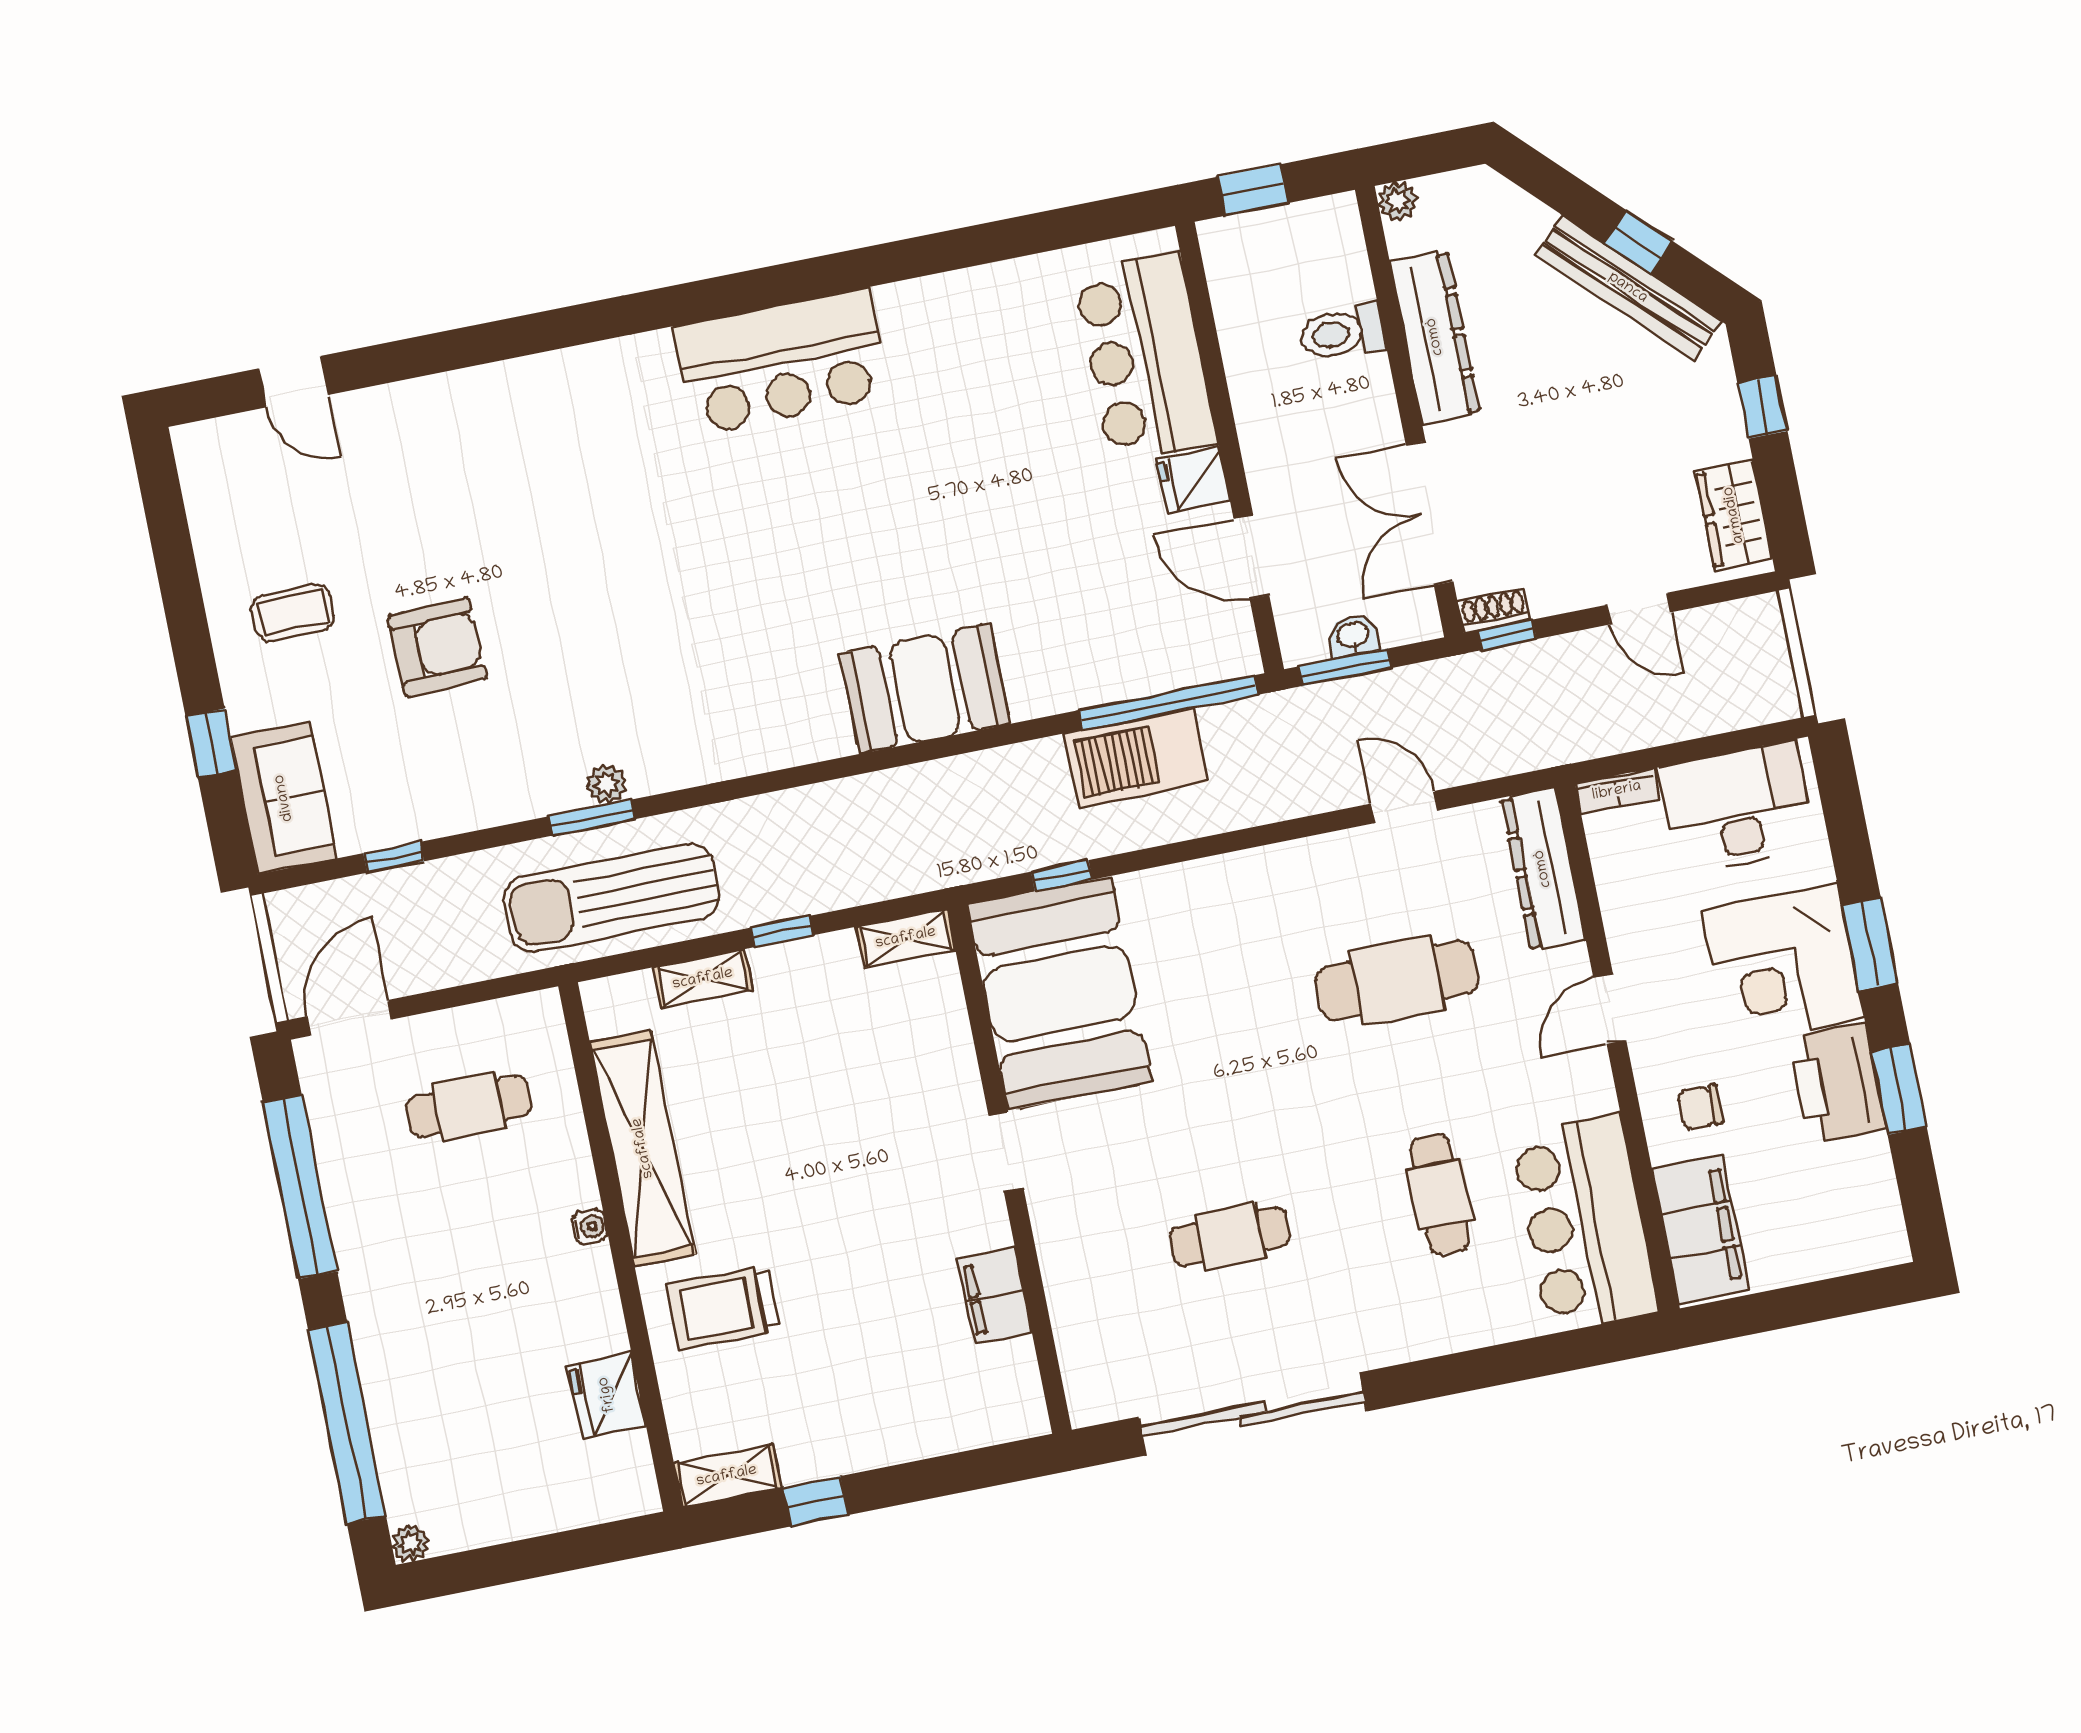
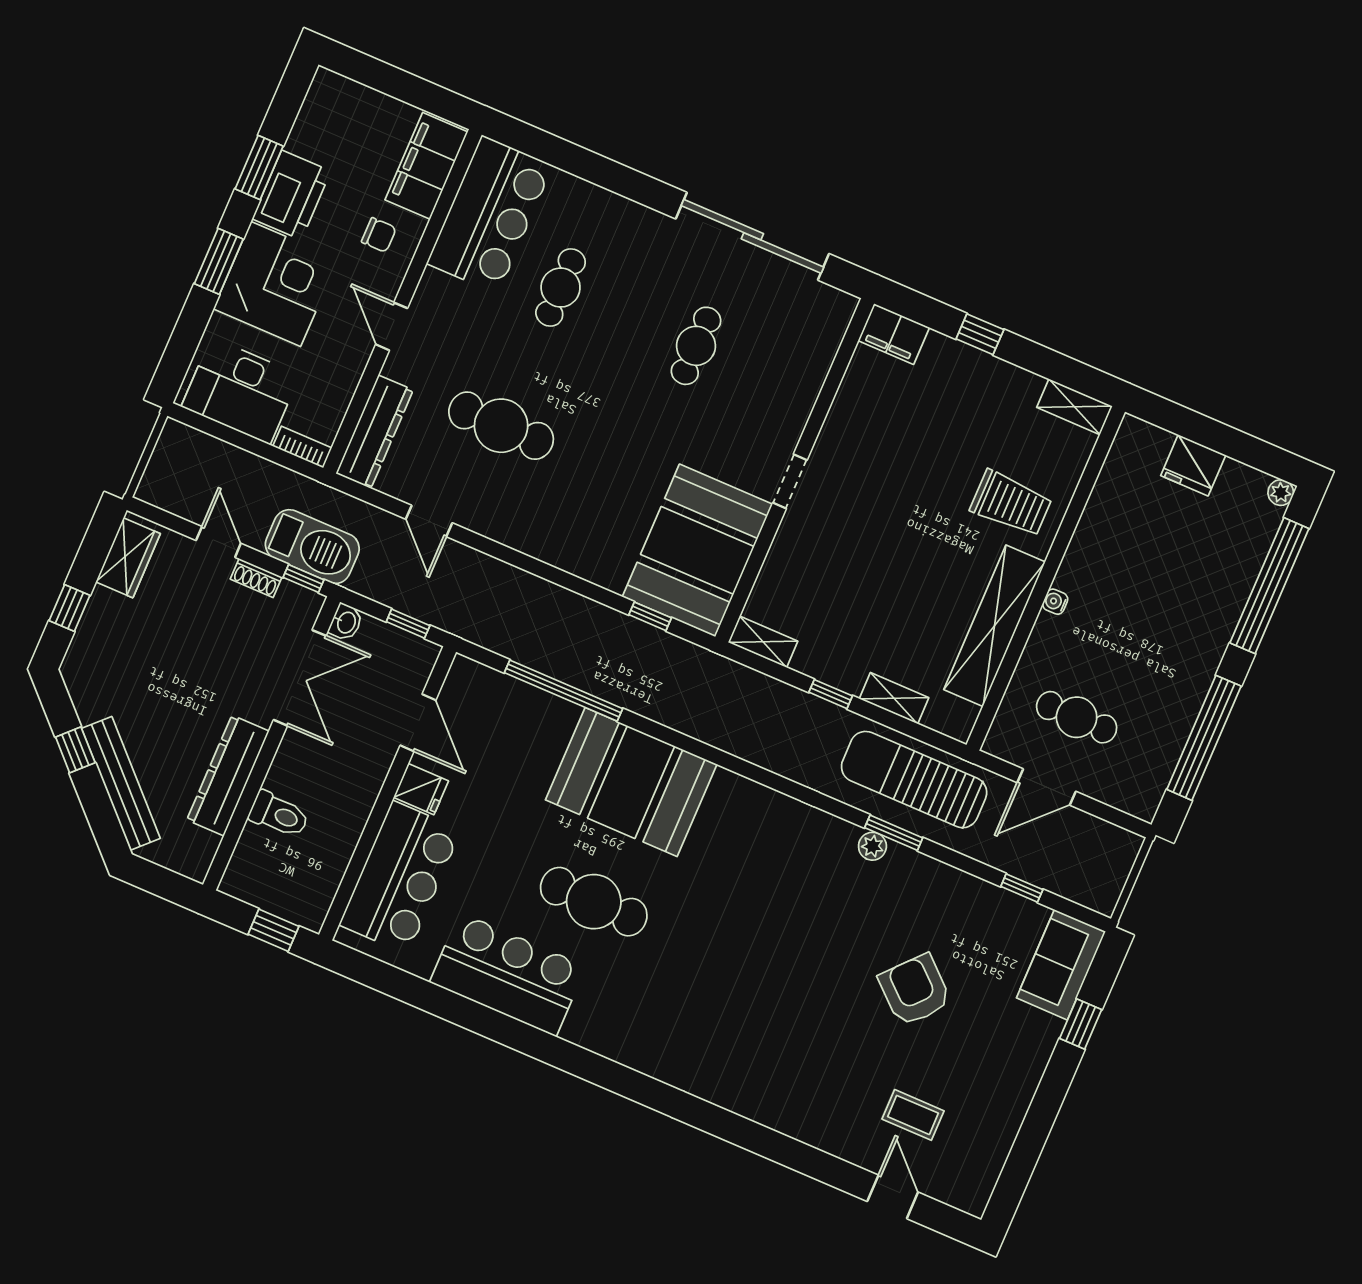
plant: (1398, 201) -> (196, 867), removed
bench: (1628, 288) -> (121, 783), moved
bar counter: (782, 361) -> (508, 974), moved
cafe table: (894, 488) -> (594, 902), added
shoe rack: (1494, 611) -> (256, 578), moved
coffee table: (293, 613) -> (913, 1115), moved
washbasin: (1353, 636) -> (346, 622), moved, turned -90
armchair: (437, 647) -> (915, 990), turned 44
window: (1345, 667) -> (408, 624), width x0.67
booth: (925, 689) -> (631, 782), width x1.36, depth x1.42
window: (1168, 703) -> (563, 691), moved
barbecue: (1136, 758) -> (312, 547), moved
sun lounger: (612, 898) -> (914, 780), turned 180
door: (1610, 1009) -> (392, 326), swing flipped
door: (349, 1018) -> (1047, 787), moved
cafe table: (1230, 1236) -> (696, 346), turned 90
filing cabinet: (995, 1296) -> (894, 334), moved, turned 90
fridge: (607, 1395) -> (1193, 465), moved, turned 90
window: (816, 1501) -> (980, 334), moved

